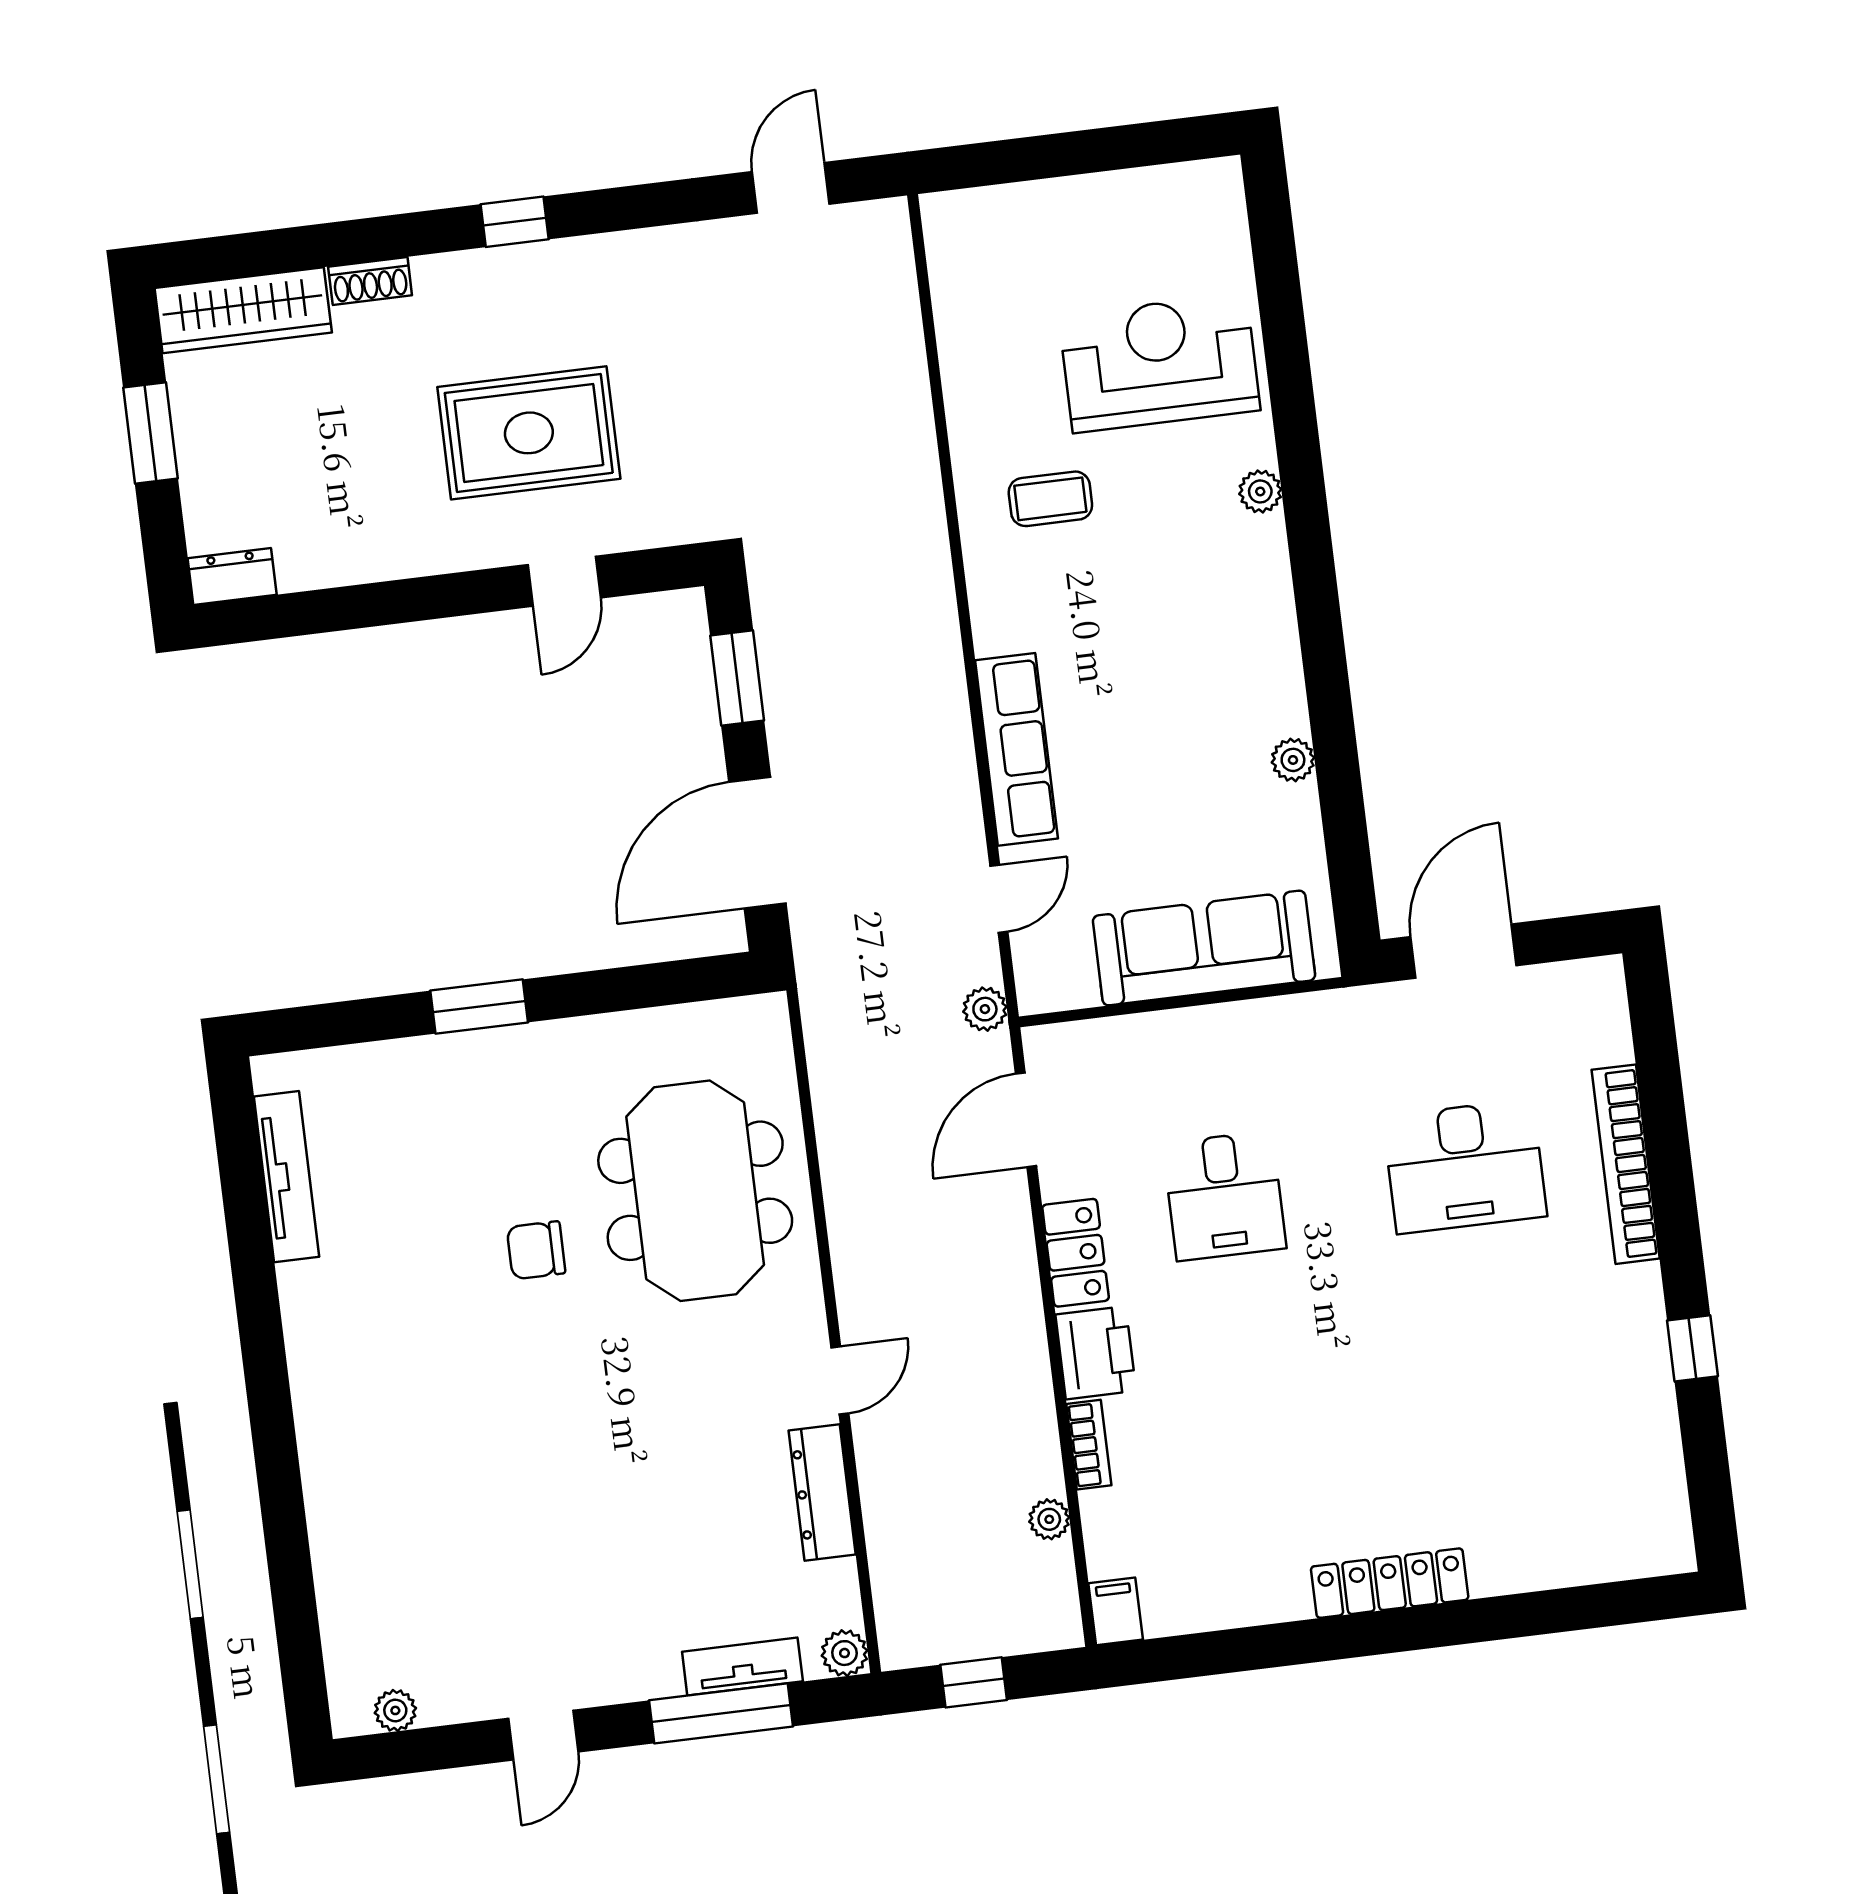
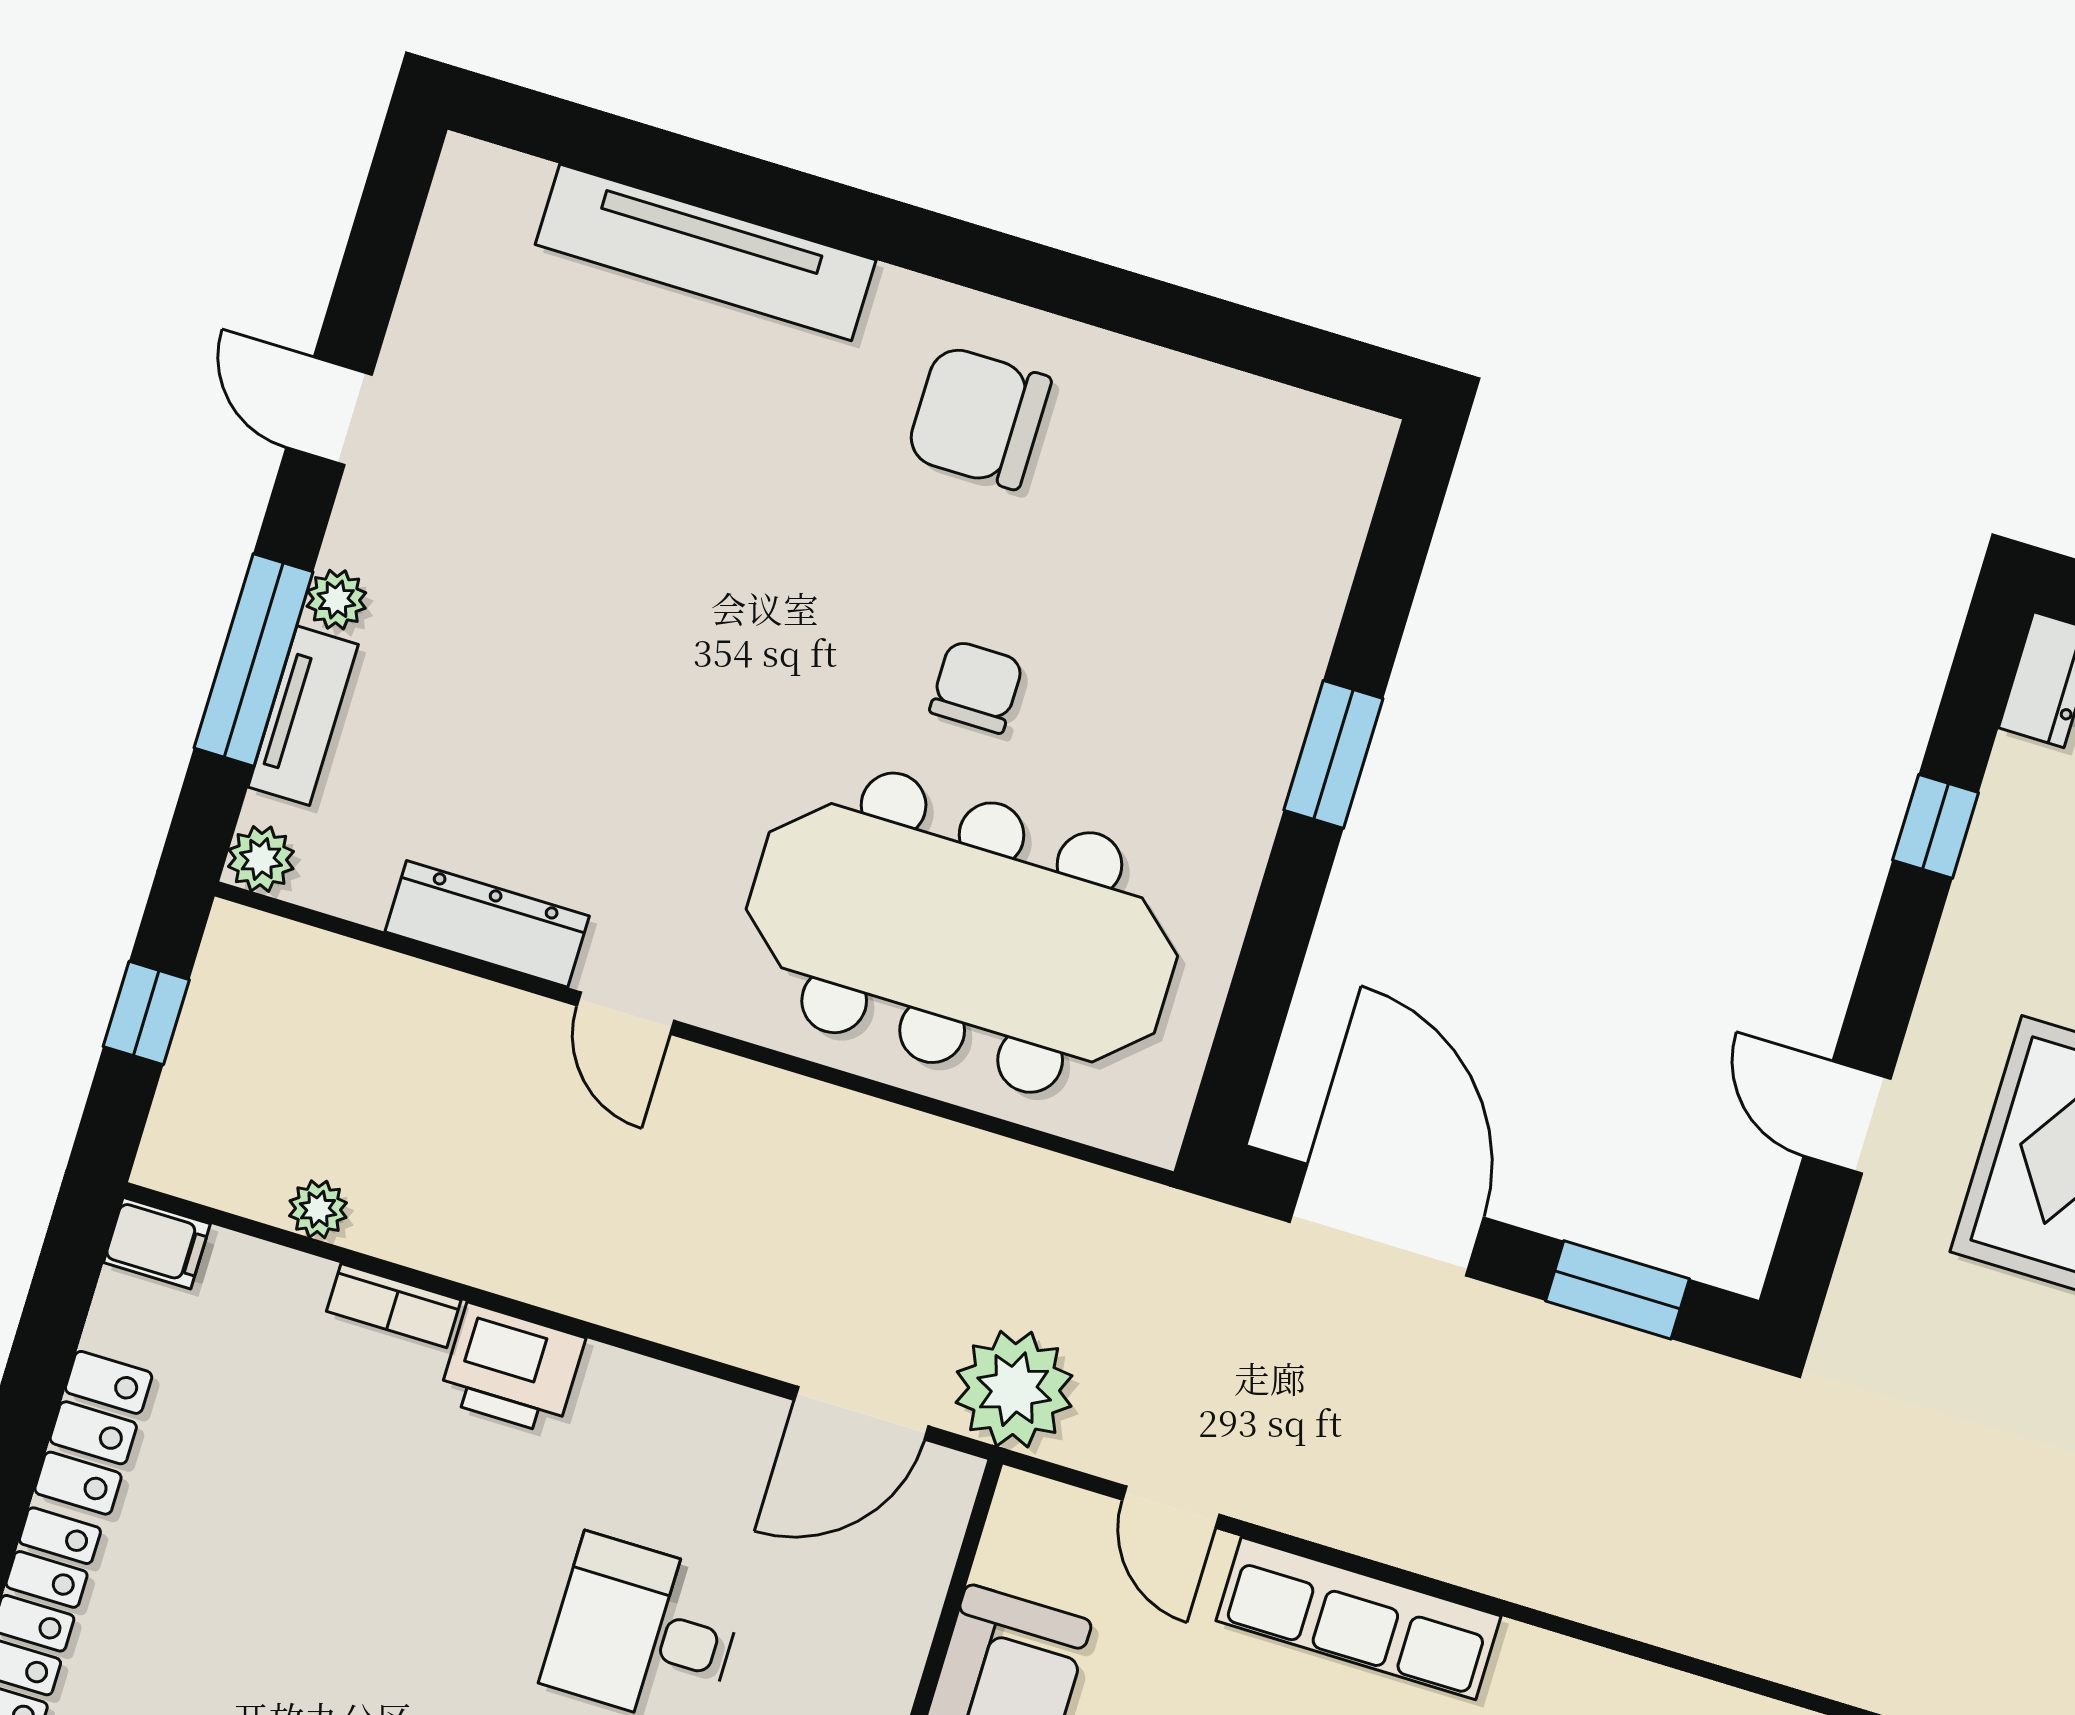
window: (356, 607) -> (1936, 826), added
plant: (985, 1009) -> (1014, 1389), width x1.88, depth x1.88
door: (1026, 1120) -> (861, 1413), swing flipped
tv unit: (287, 1177) -> (706, 252), moved, width x1.36, depth x1.29
meeting table: (695, 1191) -> (962, 933), width x1.36
locker: (1076, 1253) -> (93, 1433), moved, turned -90
chair: (366, 1324) -> (979, 417), added
plant: (395, 1710) -> (336, 600), moved

